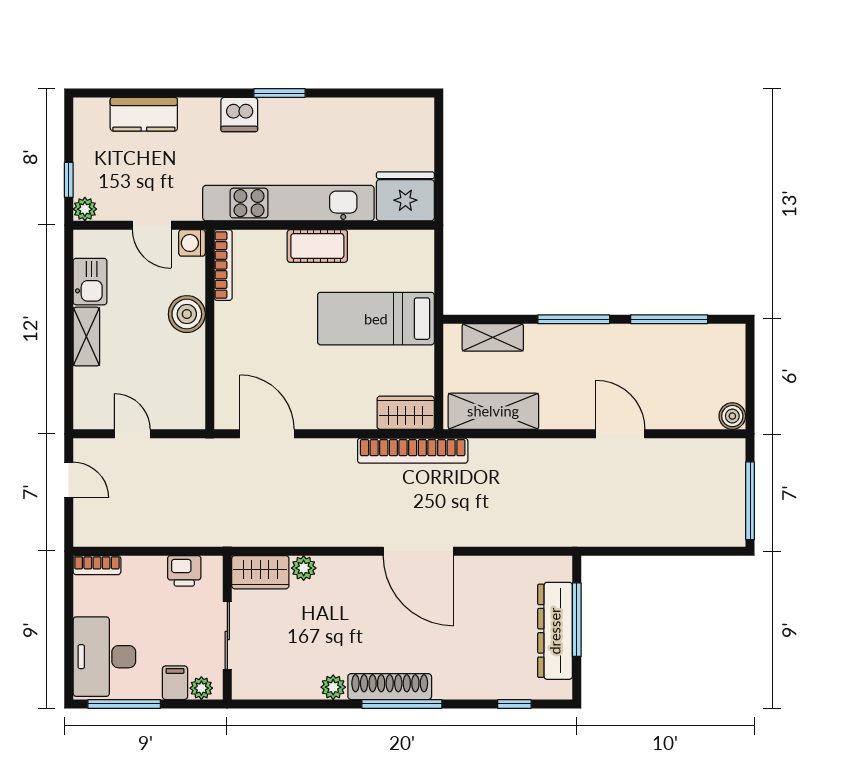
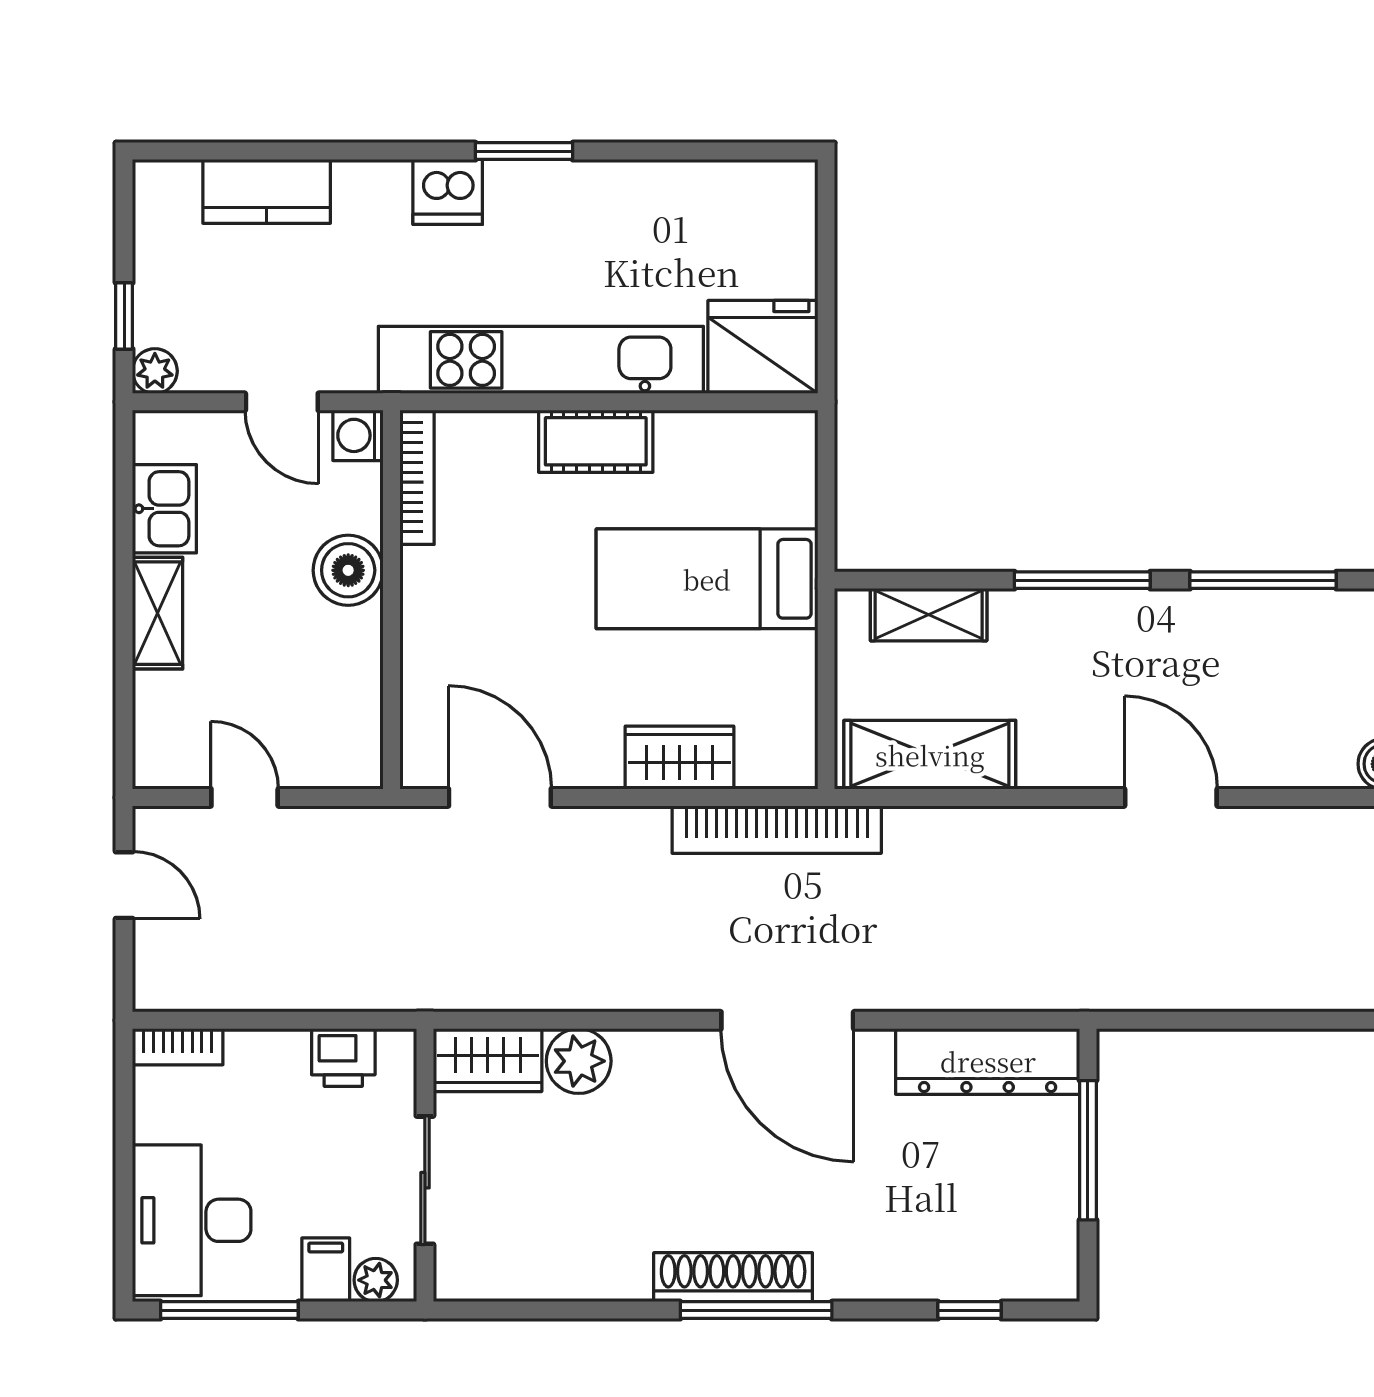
wardrobe: (406, 413) -> (679, 758), moved
plant: (304, 568) -> (579, 1061), width x1.38, depth x1.38
dresser: (555, 631) -> (988, 1061), moved, turned -90
plant: (333, 687) -> (626, 1278), removed

